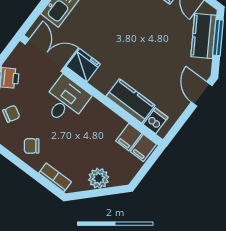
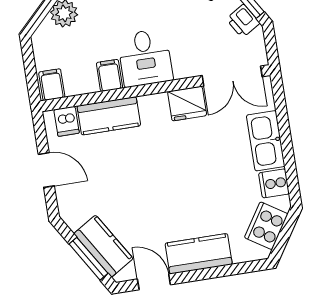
door: (202, 94) -> (46, 170), moved
desk: (66, 101) -> (145, 58), moved
filing cabinet: (129, 137) -> (109, 75), moved

